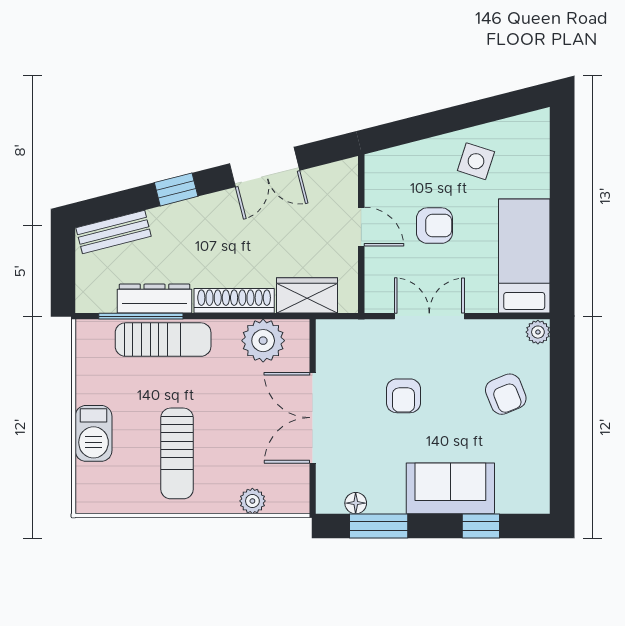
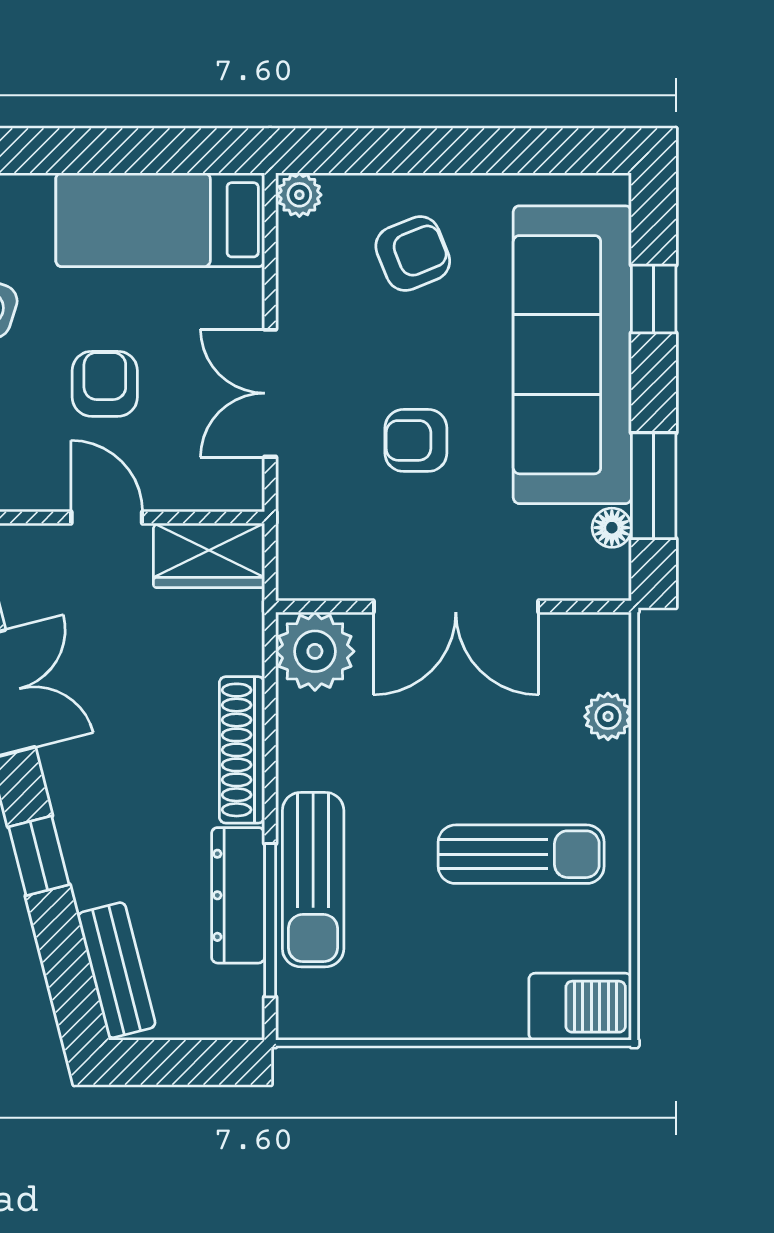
door: (361, 227) -> (107, 518), hinge flipped
wardrobe: (307, 295) -> (209, 555), moved, turned -90
sun lounger: (163, 340) -> (313, 880), turned 180
plant: (263, 341) -> (315, 651), moved
armchair: (403, 396) -> (416, 440), turned 180
barbecue: (94, 433) -> (580, 1007), moved
sofa: (450, 488) -> (572, 355), width x1.85, depth x1.27

